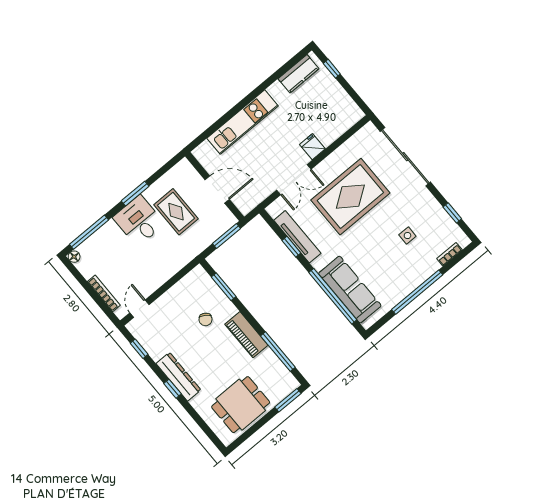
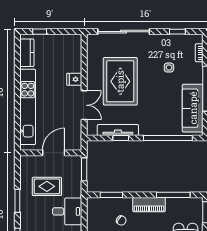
kitchen unit: (242, 122) -> (28, 107), width x1.36
desk: (139, 221) -> (67, 211), moved, turned 180
sofa: (350, 290) -> (193, 108), moved, turned -90

